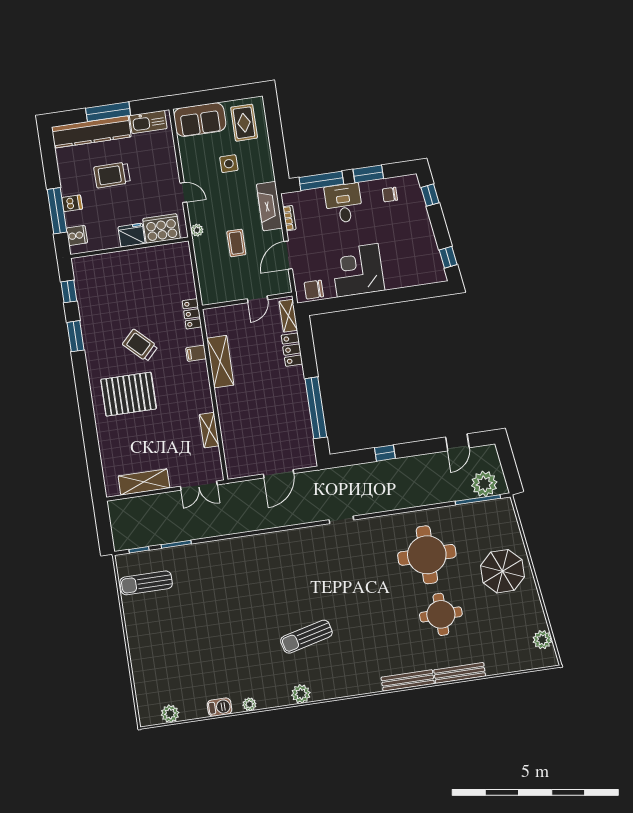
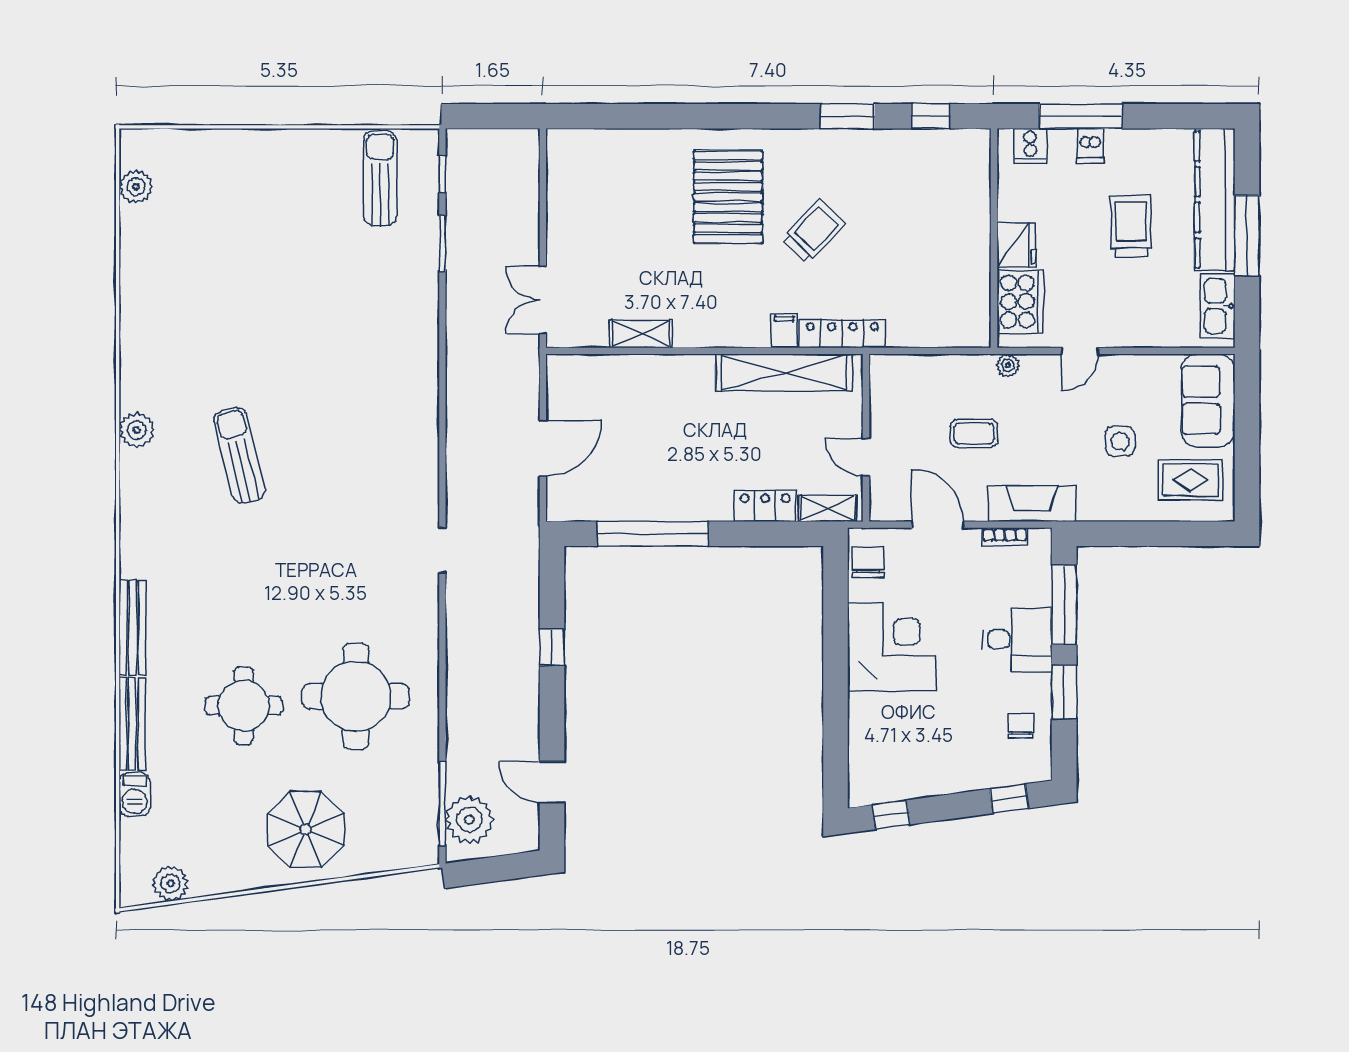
locker: (192, 314) -> (842, 334), width x1.53
shelving: (220, 362) -> (784, 373), width x1.47
door: (279, 474) -> (543, 448), swing flipped
shelving: (144, 482) -> (564, 201), removed
plant: (249, 704) -> (132, 334), removed
barbecue: (220, 707) -> (135, 794), moved

